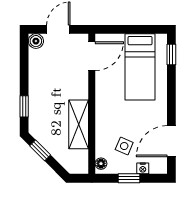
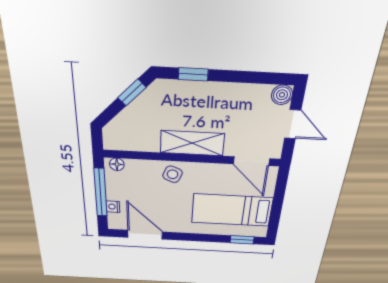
shelving: (79, 124) -> (192, 143), moved
side table: (124, 146) -> (173, 174), moved
window: (129, 178) -> (101, 193), width x2.17

